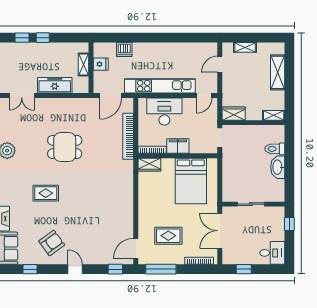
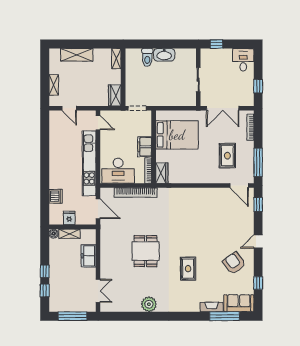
boiler: (84, 47) -> (54, 234), added
freezer: (55, 85) -> (89, 256), width x0.71
desk: (164, 112) -> (118, 171), moved, turned -90

